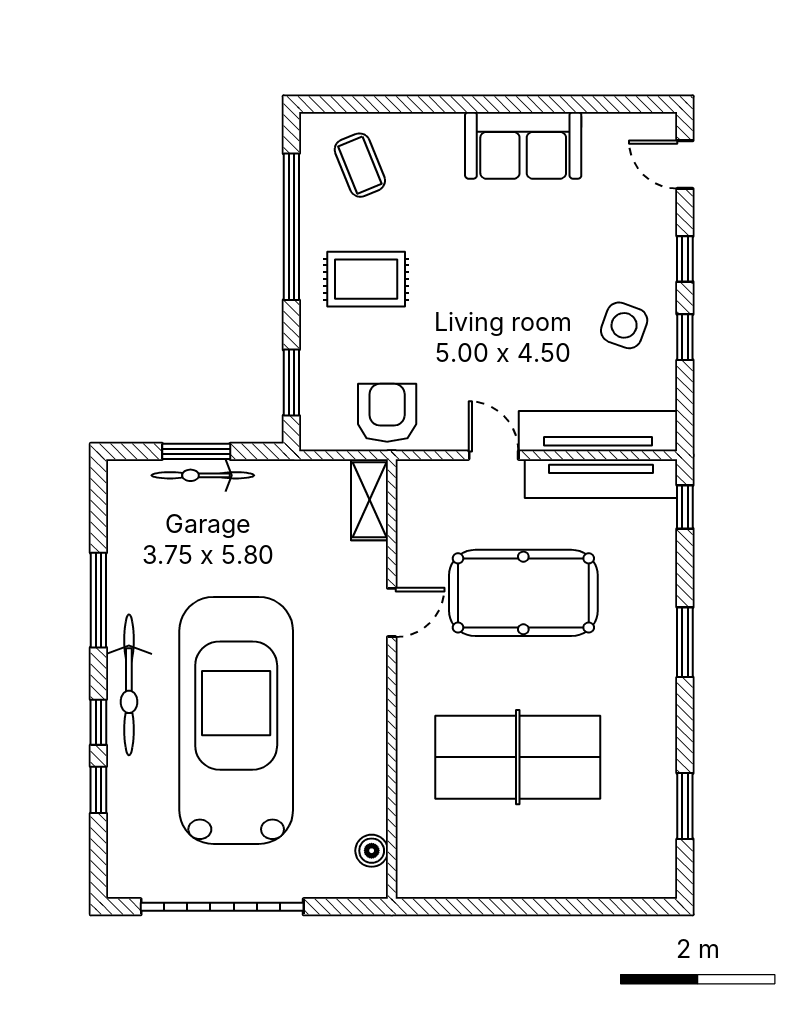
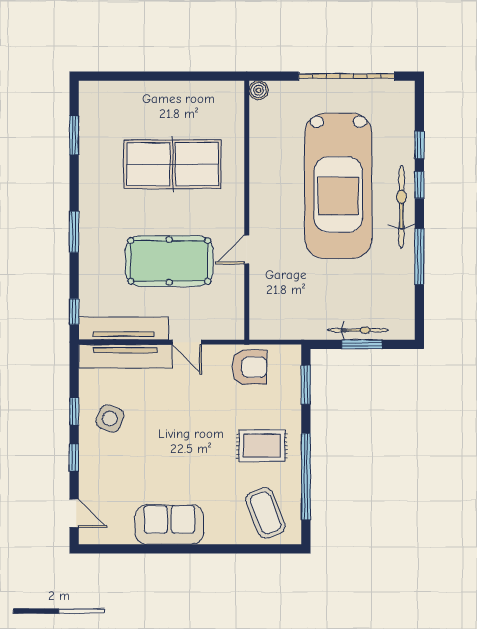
coffee table: (360, 165) -> (266, 513), width x1.36, depth x1.30
armchair: (387, 413) -> (249, 367), turned -90
shelving: (370, 500) -> (260, 316), removed
boiler: (372, 851) -> (259, 90), moved

